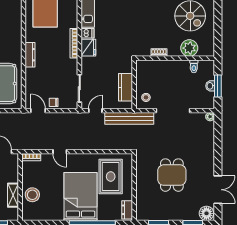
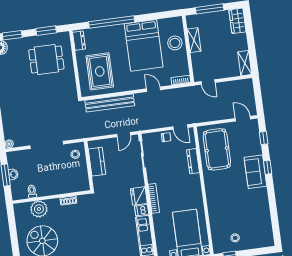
dresser: (30, 55) -> (193, 161), moved
bench: (129, 118) -> (110, 103), moved
dining table: (172, 175) -> (46, 59), moved, turned 90
bed: (81, 197) -> (144, 45), moved

